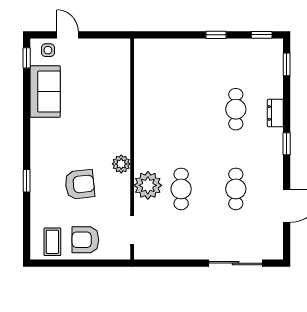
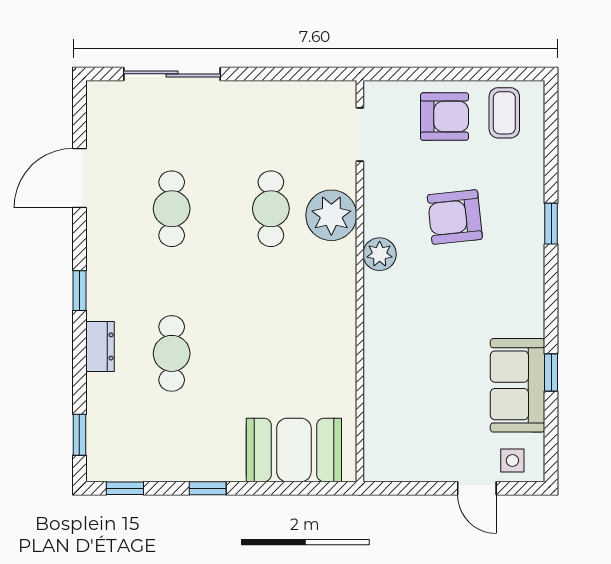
booth: (168, 56) -> (294, 450), added
window: (27, 58) -> (551, 373), moved

